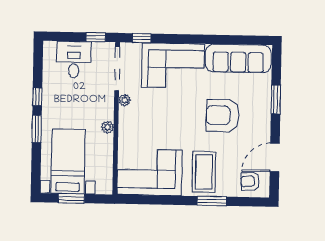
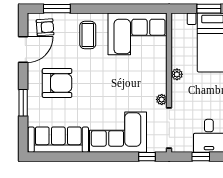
window: (96, 37) -> (201, 157), moved
armchair: (223, 115) -> (57, 83), moved
coffee table: (204, 172) -> (88, 35), width x0.73, depth x0.76
window: (212, 201) -> (57, 9), moved

